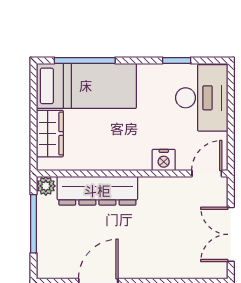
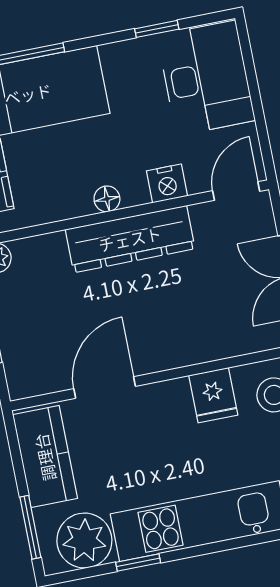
floor lamp: (124, 162) -> (107, 199), added
dresser: (97, 191) -> (130, 239), moved

